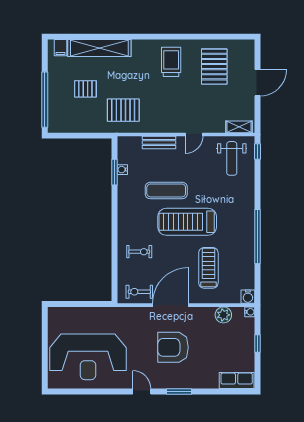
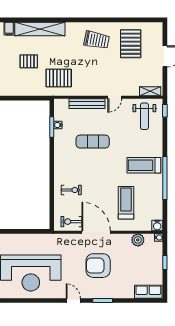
trolley: (171, 62) -> (97, 40), turned 101
bench: (159, 143) -> (87, 104), width x1.36
treadmill: (187, 222) -> (144, 165), moved, width x0.73, depth x0.73
door: (171, 305) -> (96, 232), hinge flipped

